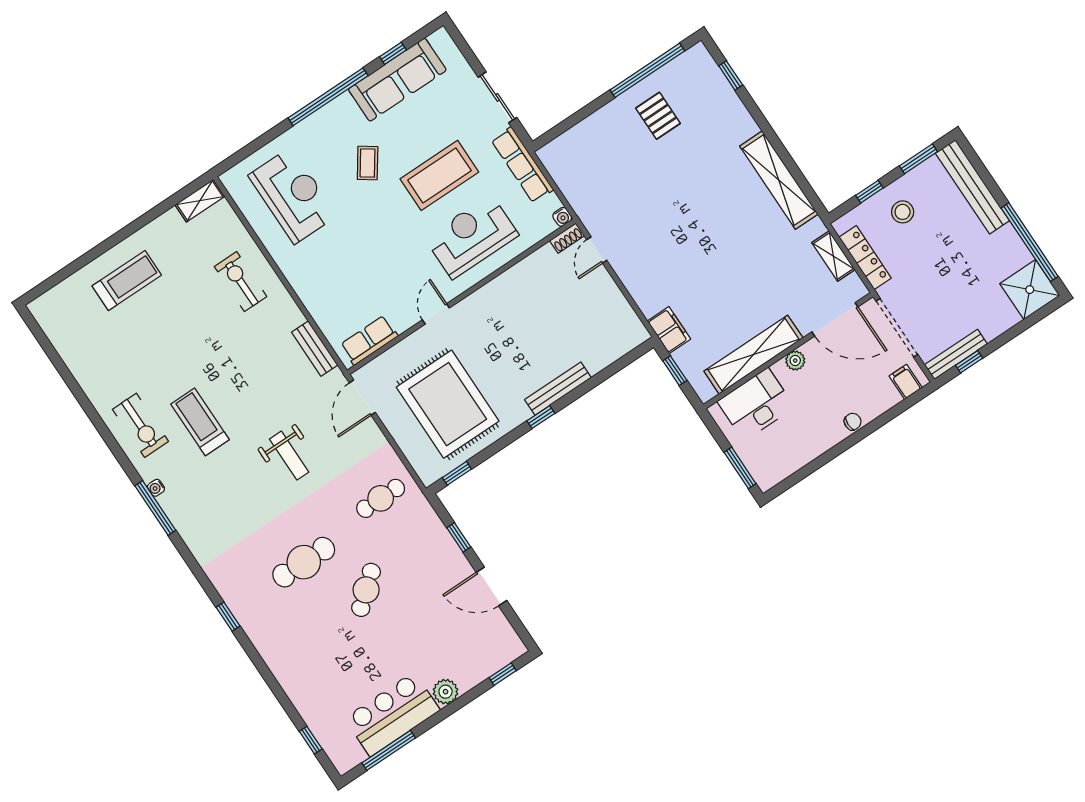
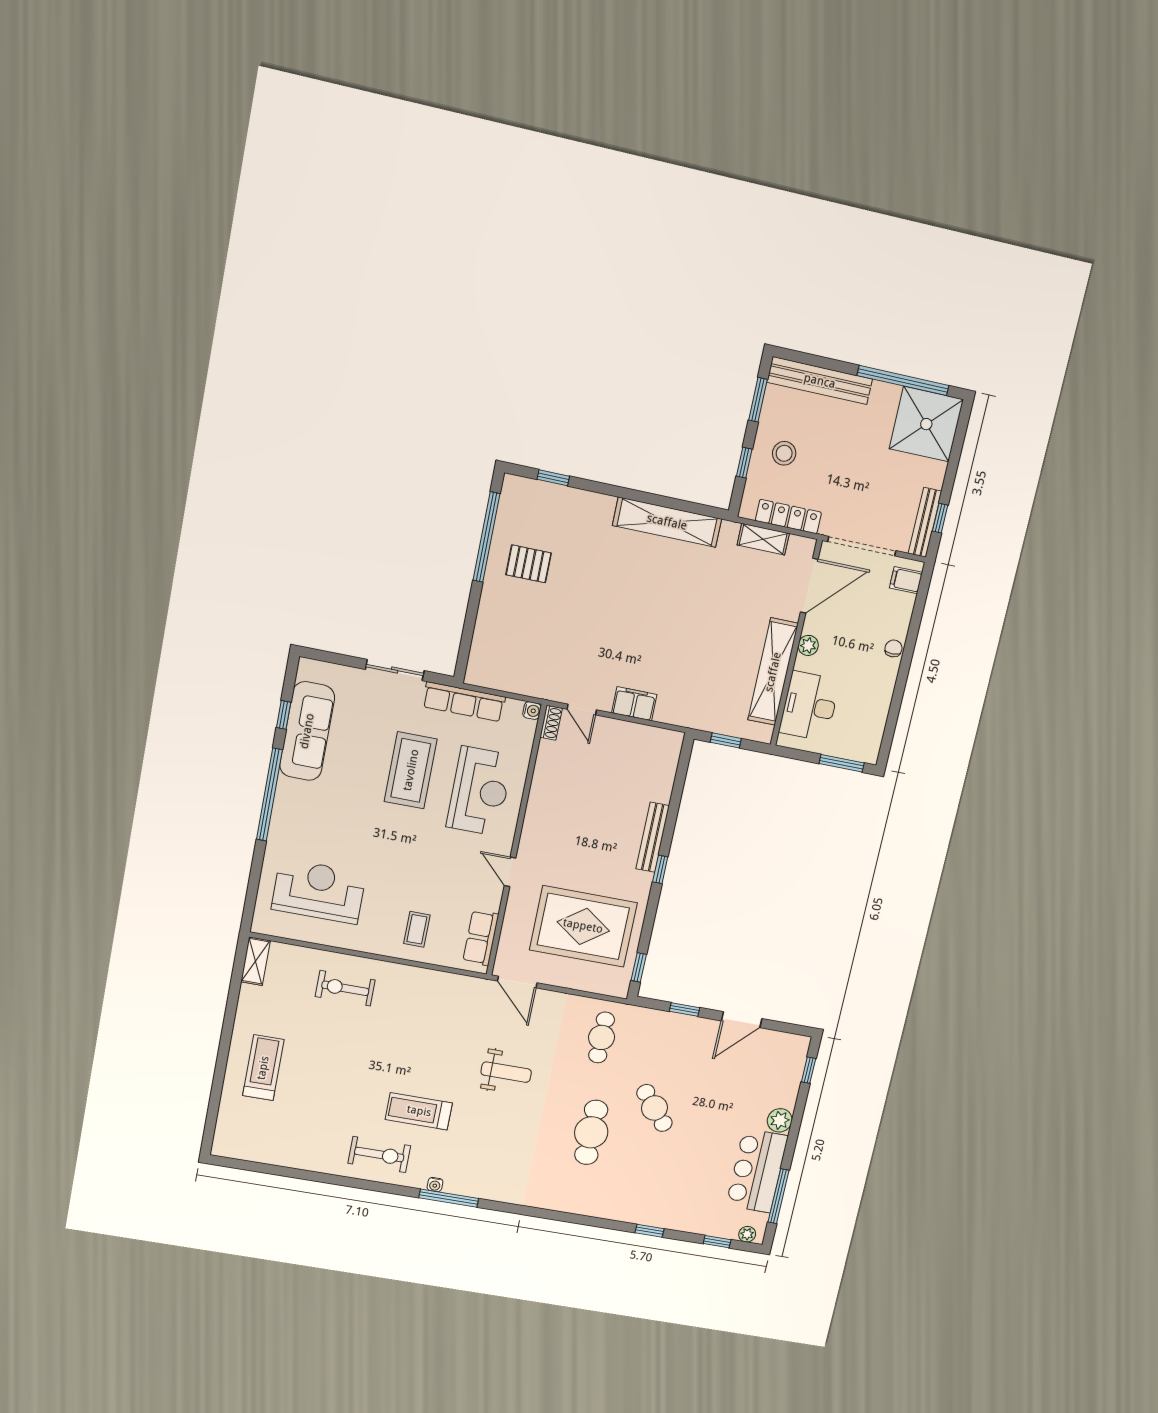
coffee table: (368, 163) -> (417, 929), moved, turned 55
reception desk: (472, 237) -> (480, 791), turned 180
shower: (1030, 290) -> (926, 424), width x1.37, depth x1.37
filing cabinet: (669, 330) -> (634, 704), moved
bench: (315, 349) -> (448, 982), removed
window: (228, 617) -> (649, 1231), moved
plant: (338, 757) -> (747, 1234), added

